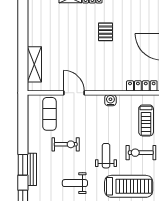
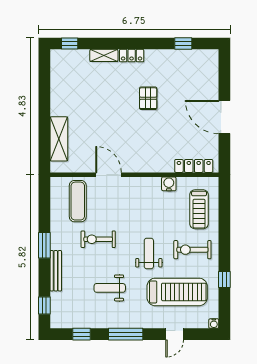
water cooler: (110, 100) -> (169, 184), moved
exercise bike: (66, 144) -> (98, 239), turned 180
window: (23, 165) -> (44, 245), moved

